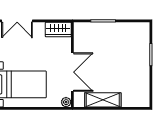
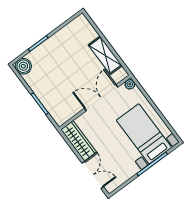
wardrobe: (58, 30) -> (79, 141), width x1.50
boiler: (142, 30) -> (23, 66), added

